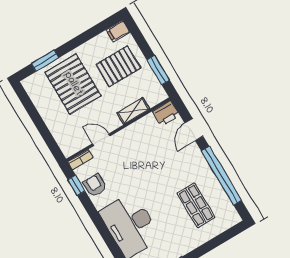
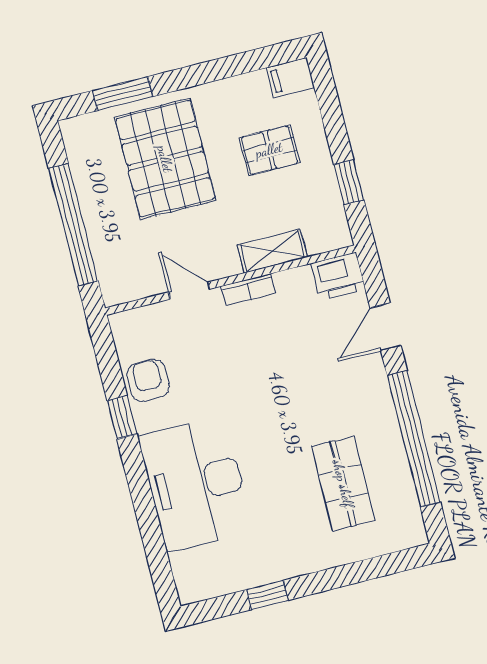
pallet: (118, 66) -> (269, 150), width x0.67, depth x0.71
window: (158, 70) -> (349, 182), width x0.67
window: (41, 126) -> (73, 225), added
bookcase: (80, 160) -> (248, 290), moved
window: (76, 185) -> (122, 417), moved

